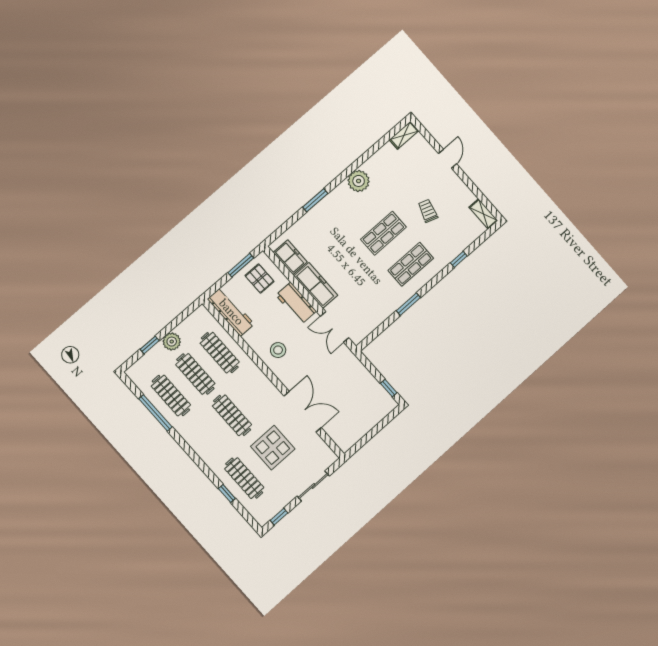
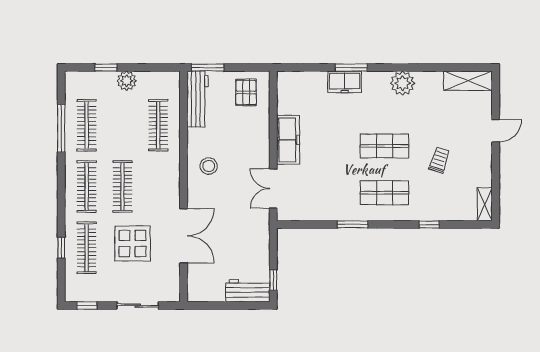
shelving: (404, 135) -> (468, 81), width x1.50, depth x1.33
freezer: (290, 257) -> (345, 82), moved, turned 90
window: (241, 265) -> (208, 68), moved
workbench: (296, 303) -> (248, 291), moved, turned 90
clothes rail: (195, 374) -> (87, 186), moved

